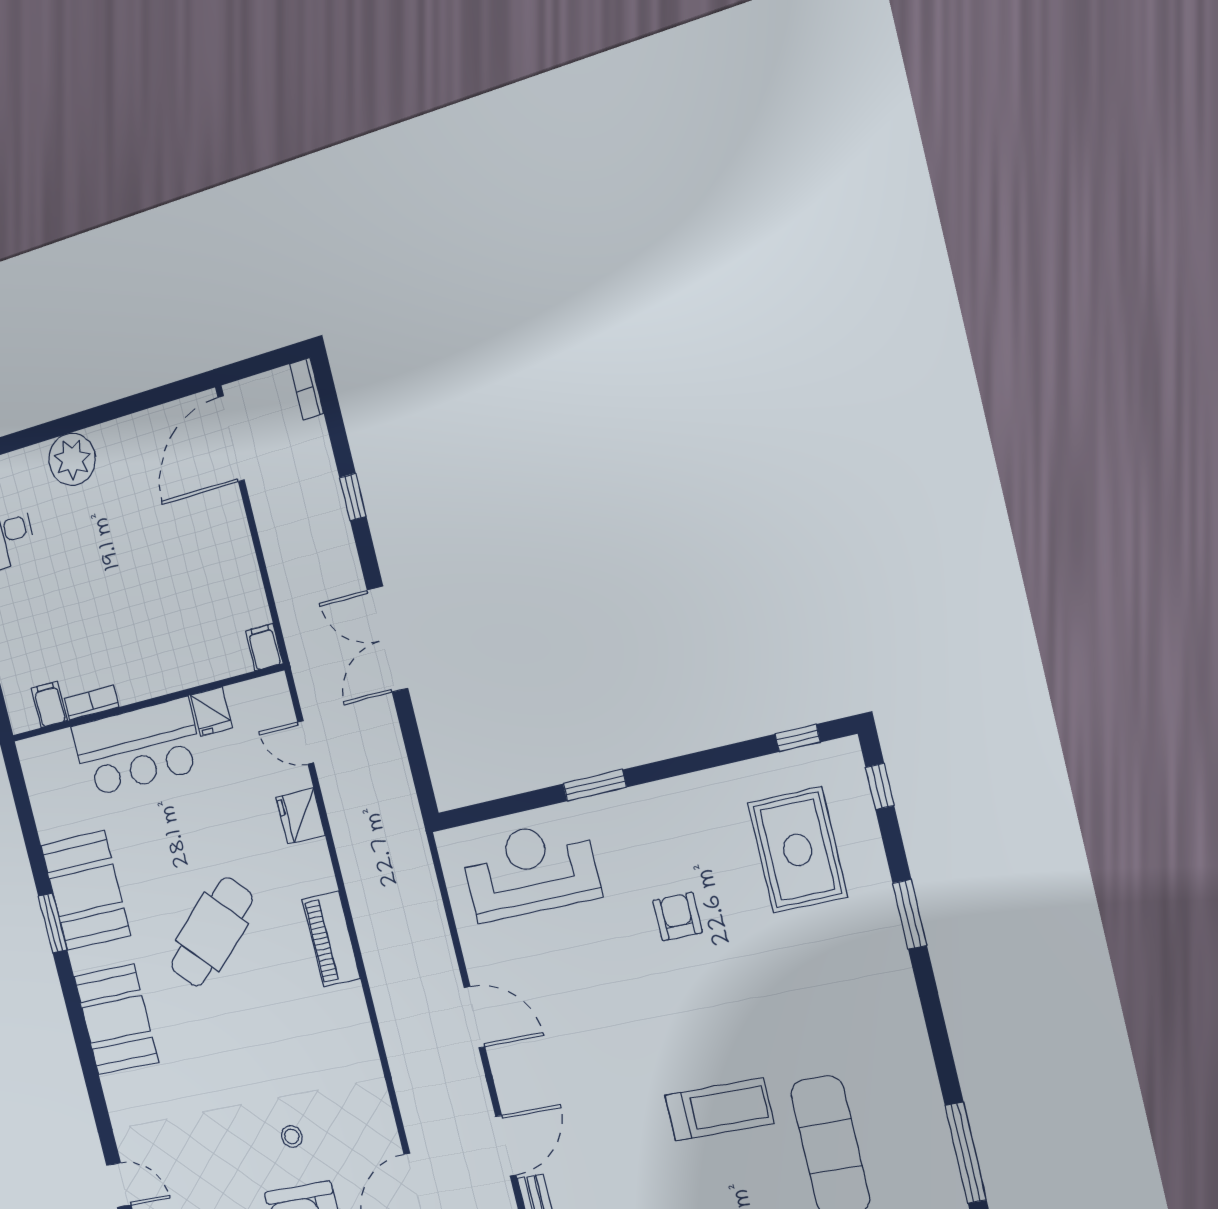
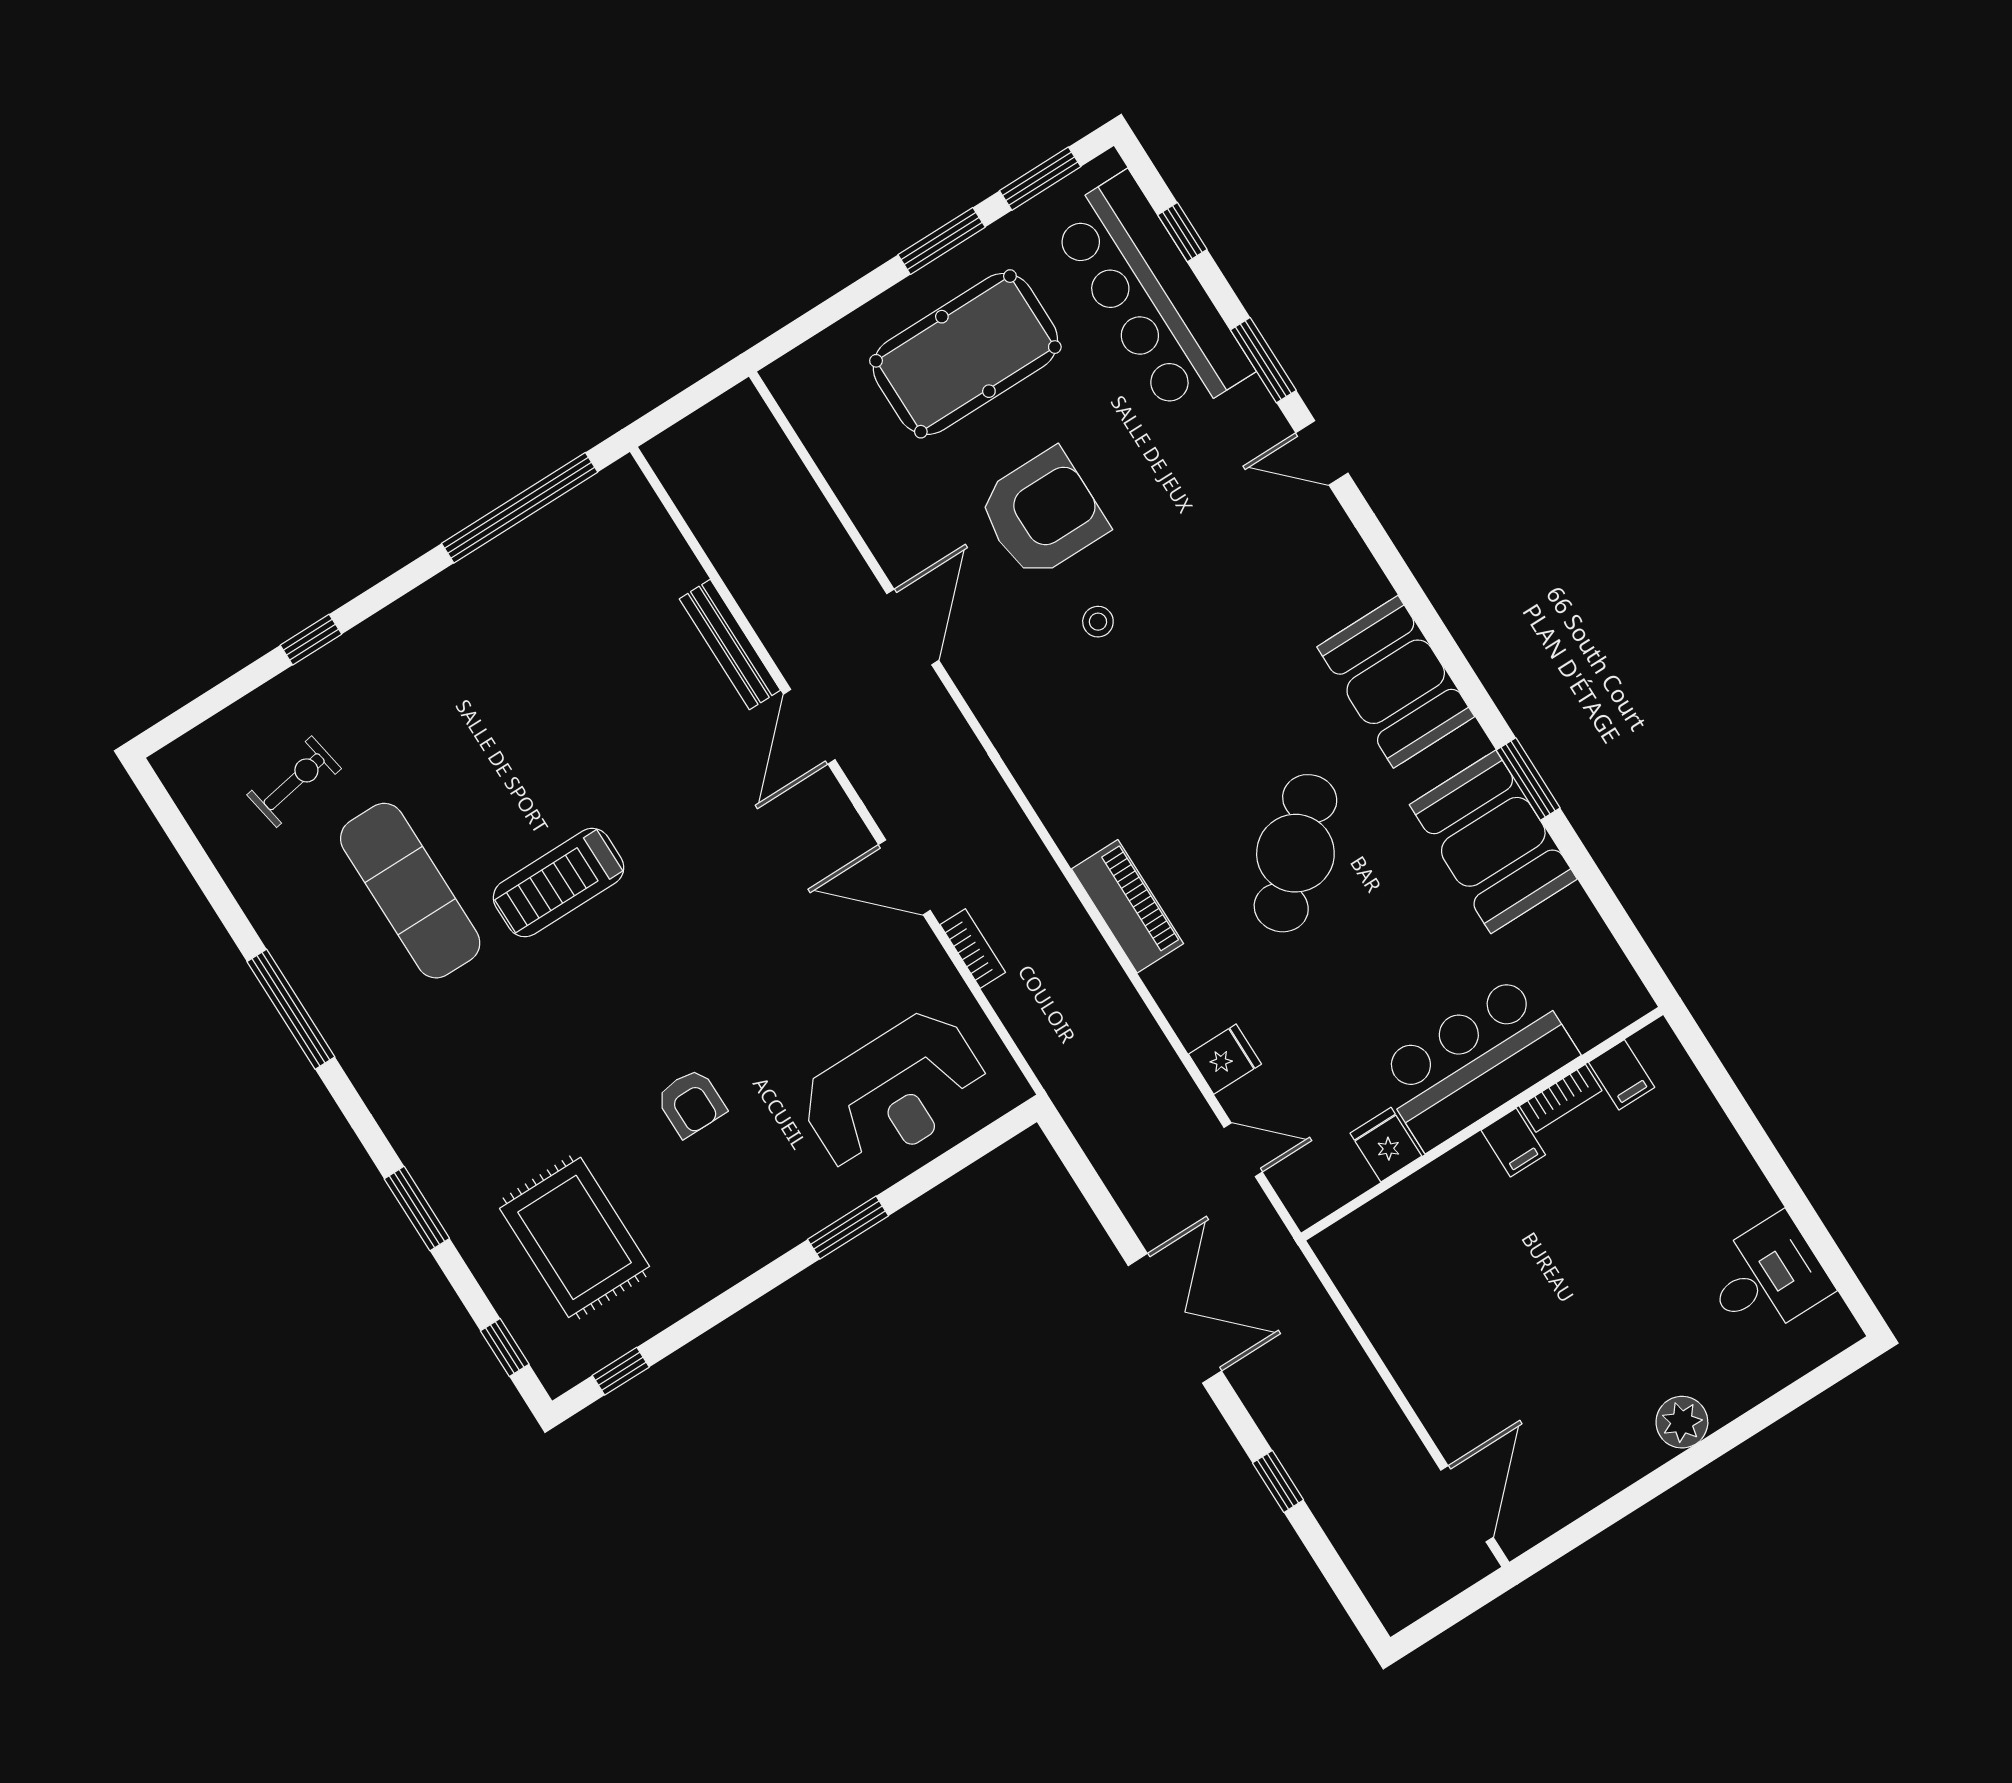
bookcase: (307, 389) -> (973, 949), moved
door: (231, 439) -> (1467, 1504), width x0.73
plant: (72, 459) -> (1682, 1422), width x0.73, depth x0.73
filing cabinet: (264, 647) -> (1513, 1142), moved
fridge: (300, 816) -> (1225, 1059), width x0.72
window: (966, 1153) -> (291, 1009), moved

